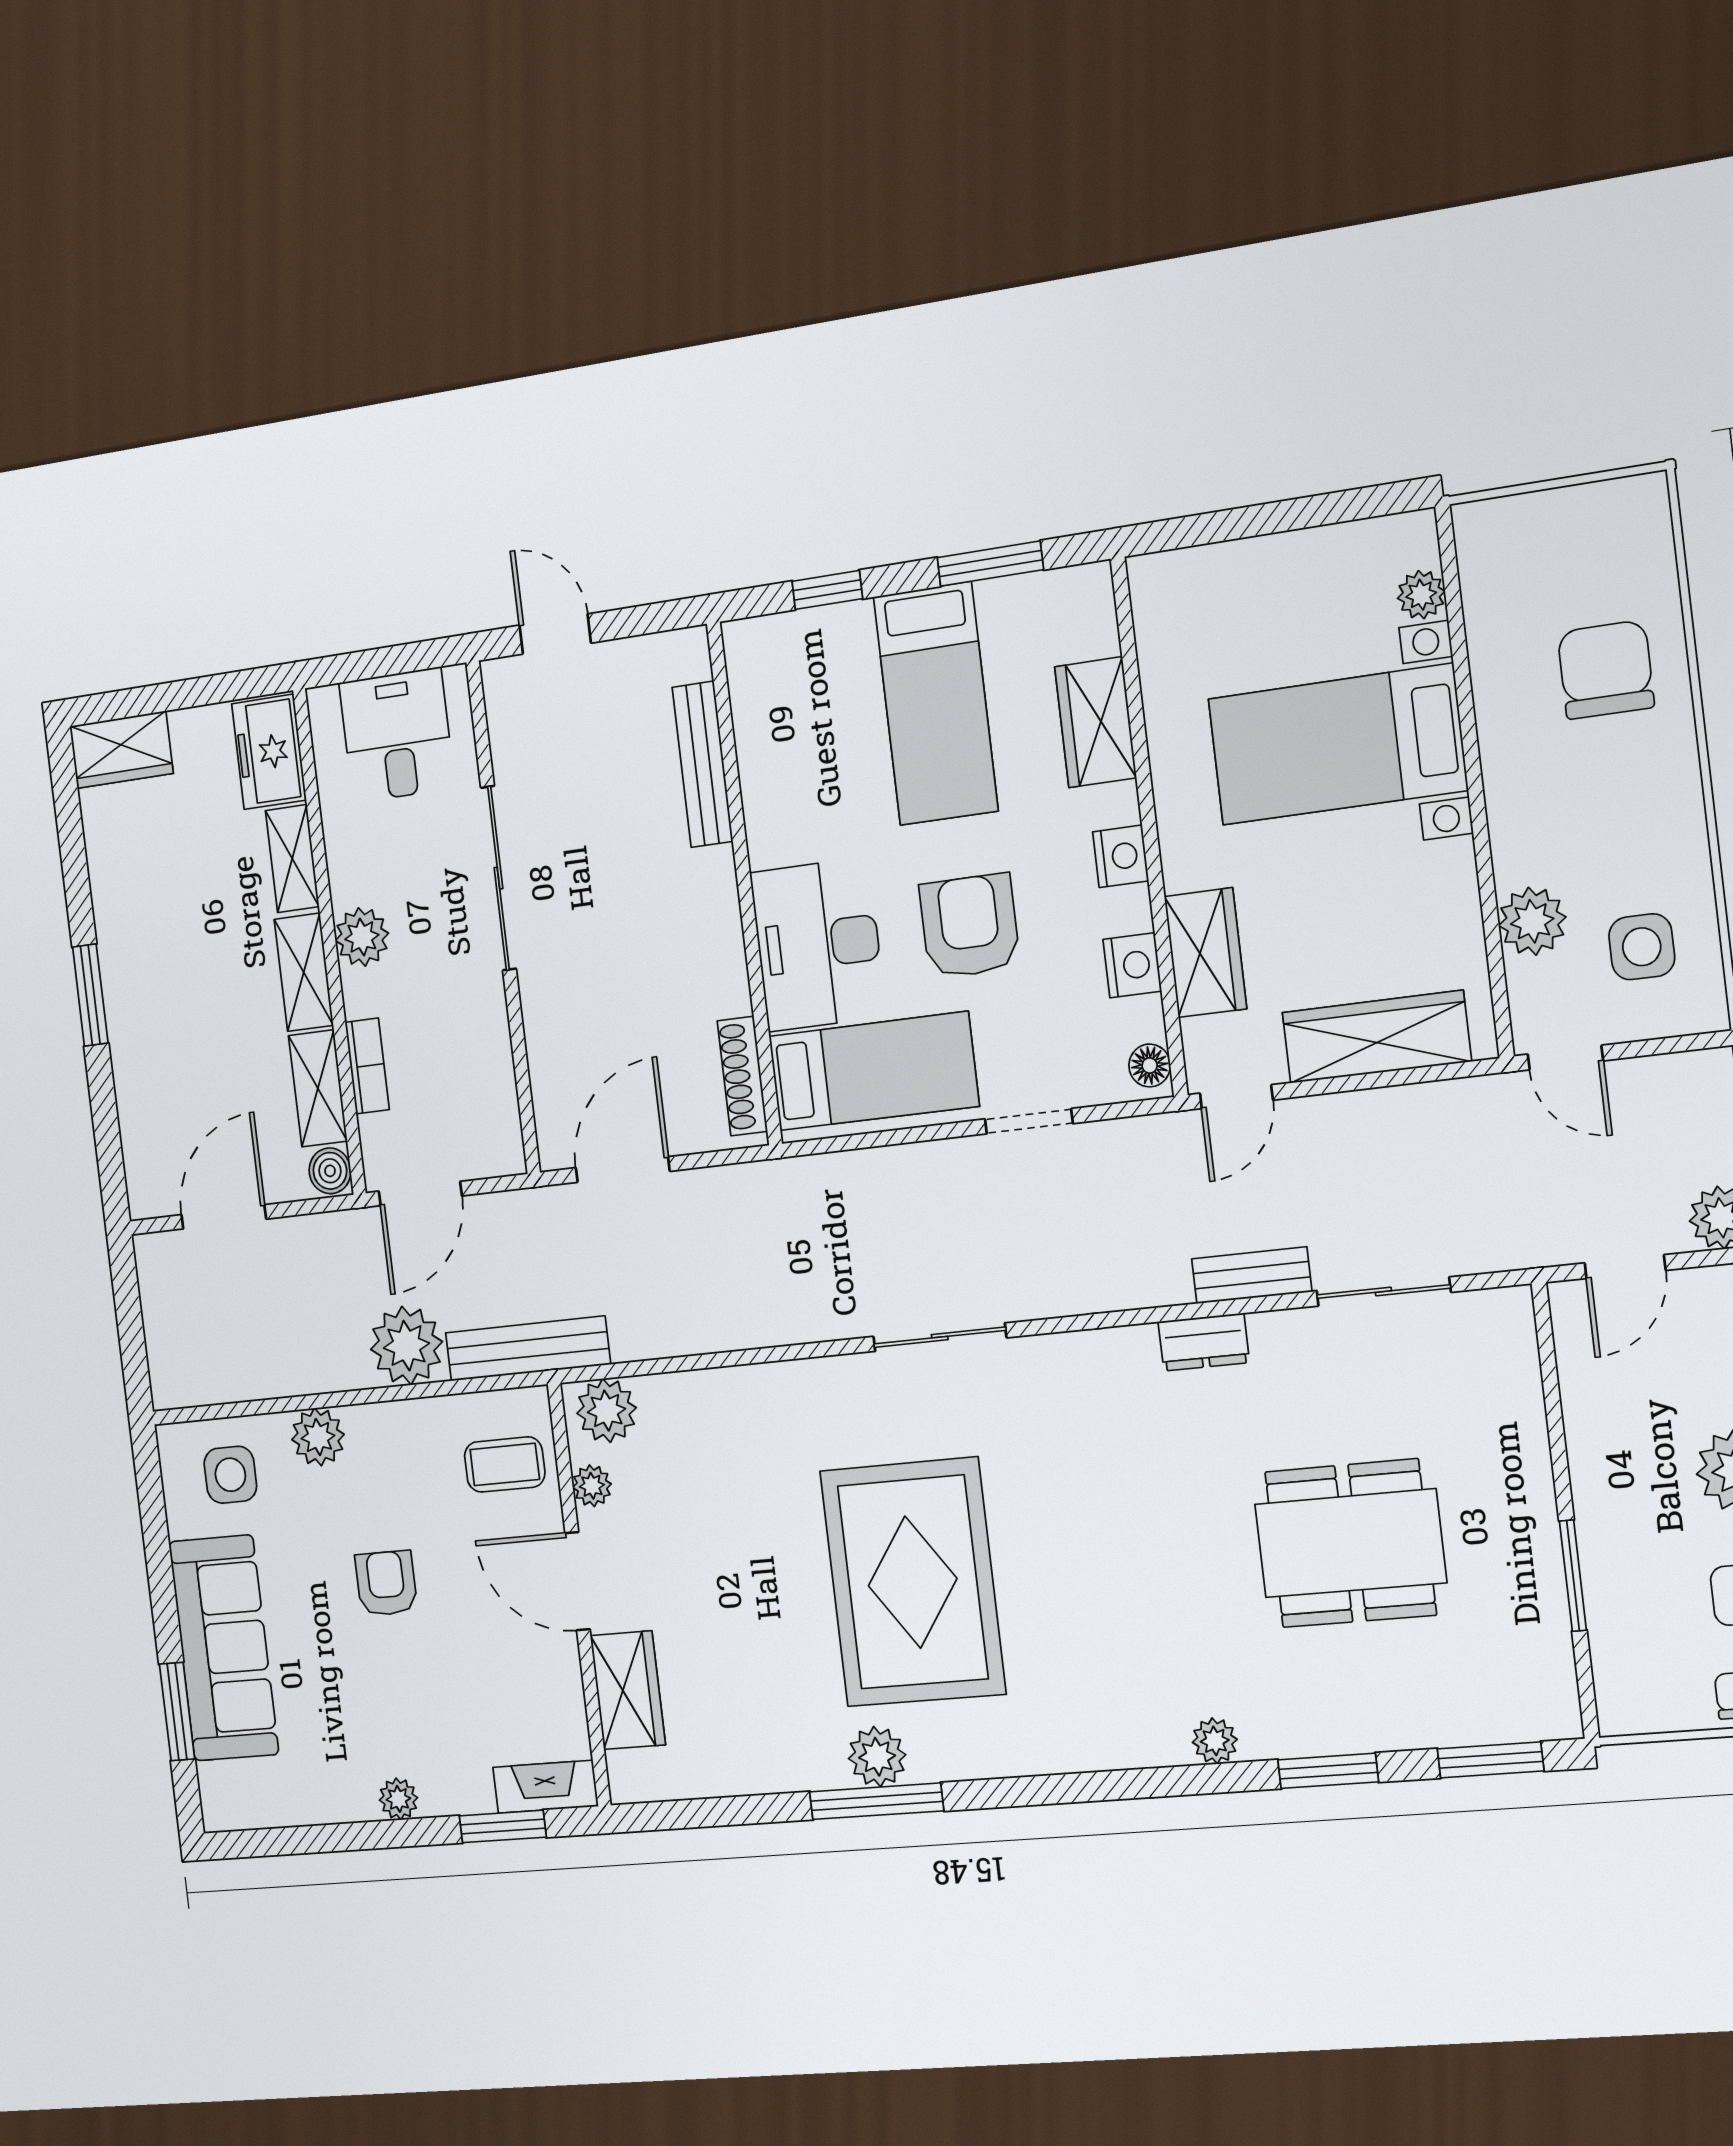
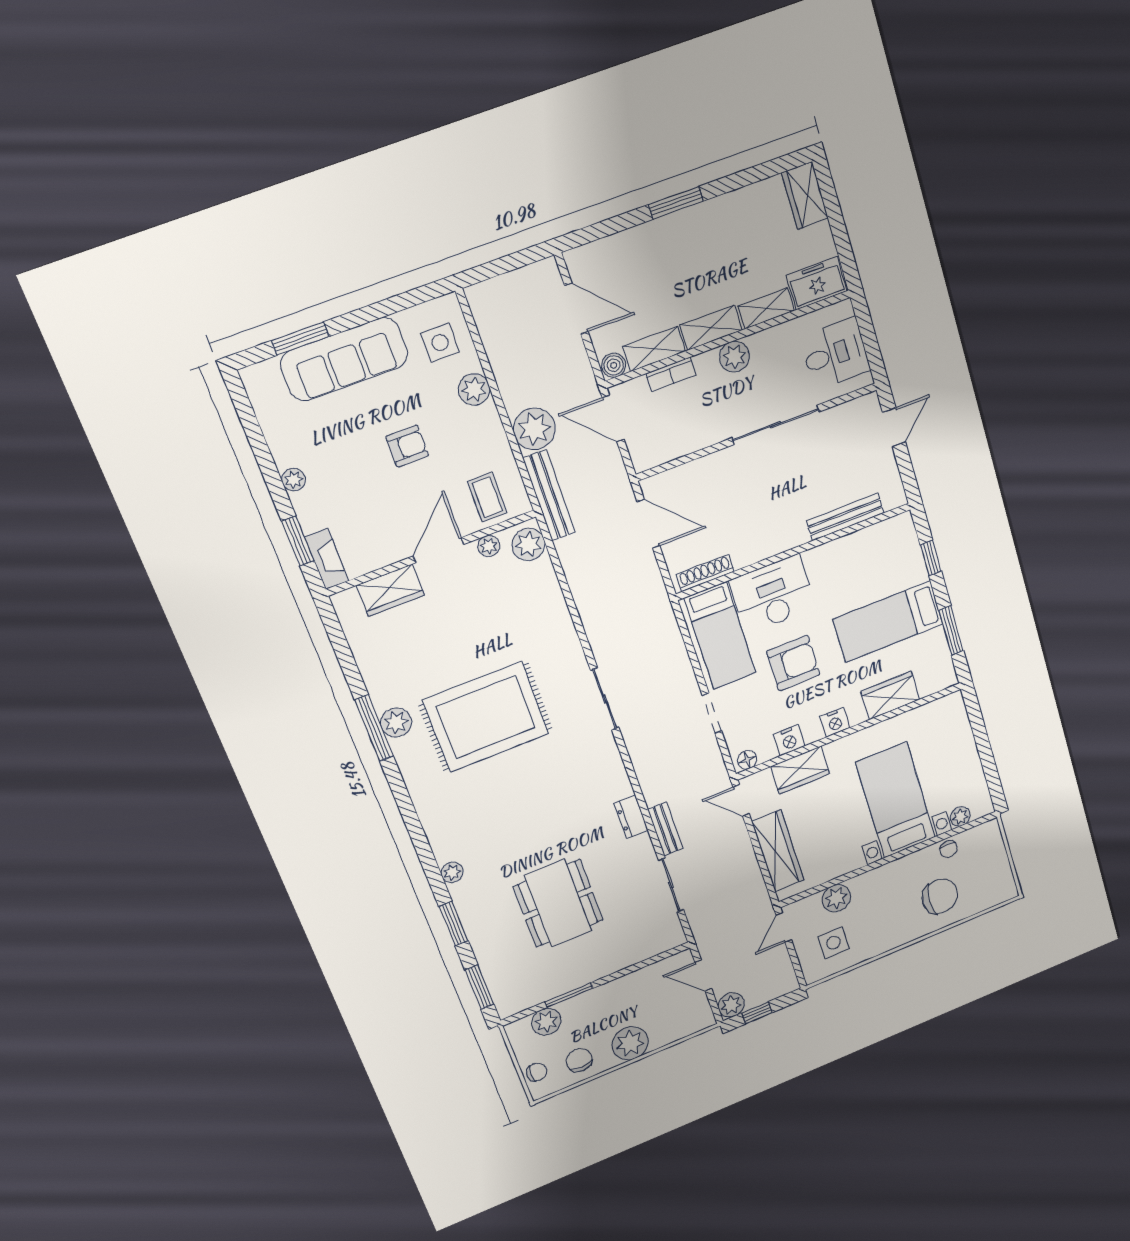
chair: (1493, 633) -> (948, 849), added
plant: (1621, 1641) -> (546, 1022), added

